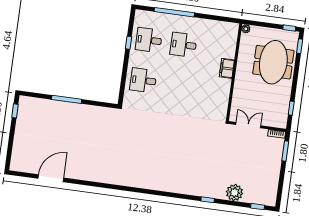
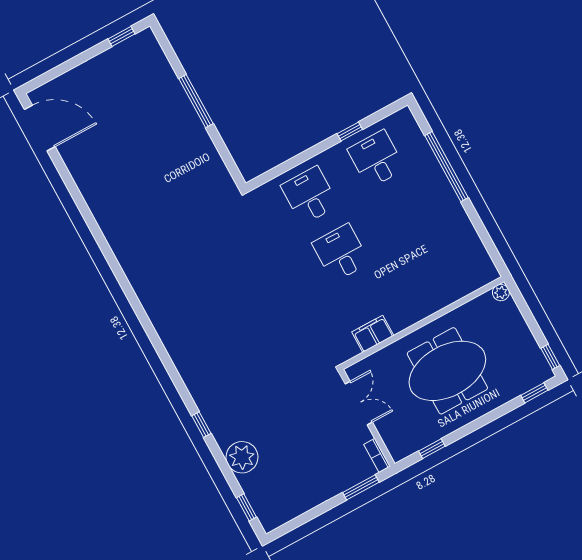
desk: (183, 45) -> (341, 253), moved
meeting table: (273, 62) -> (447, 371), moved
filing cabinet: (227, 68) -> (373, 334), moved
door: (51, 178) -> (40, 128), moved

